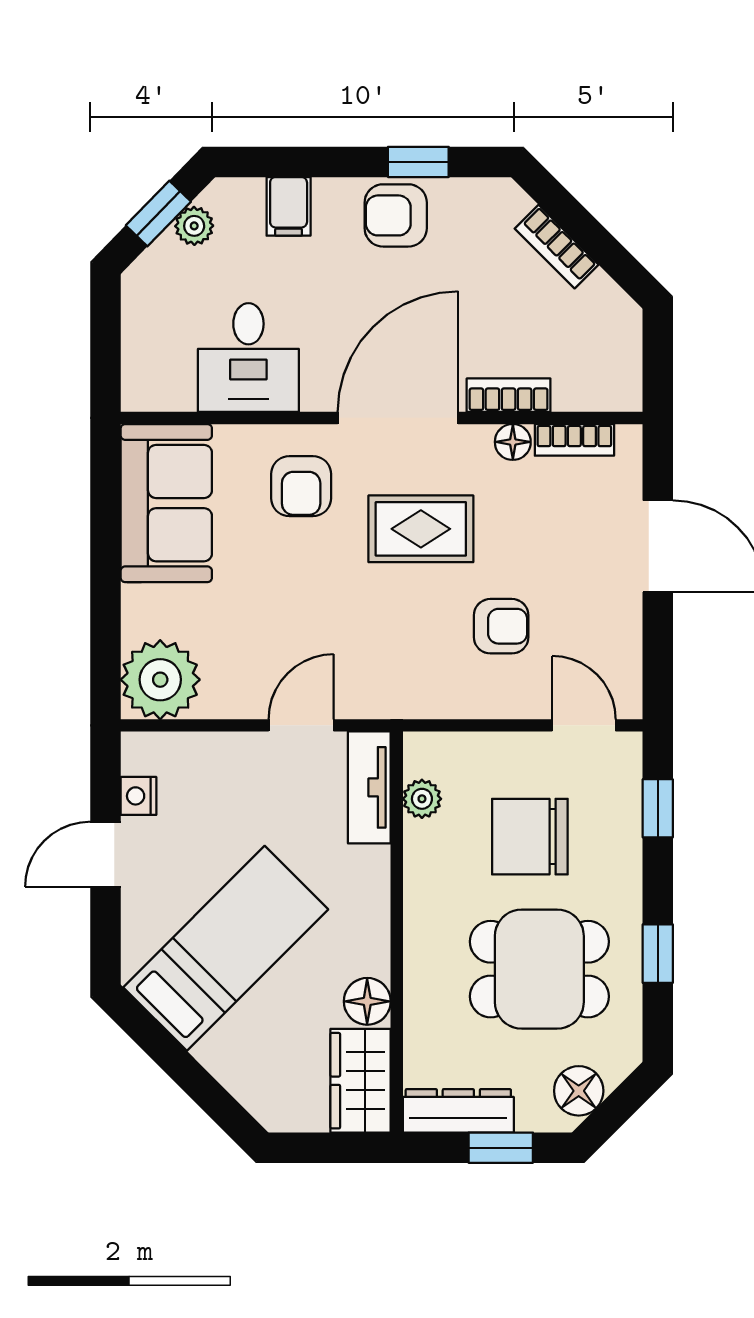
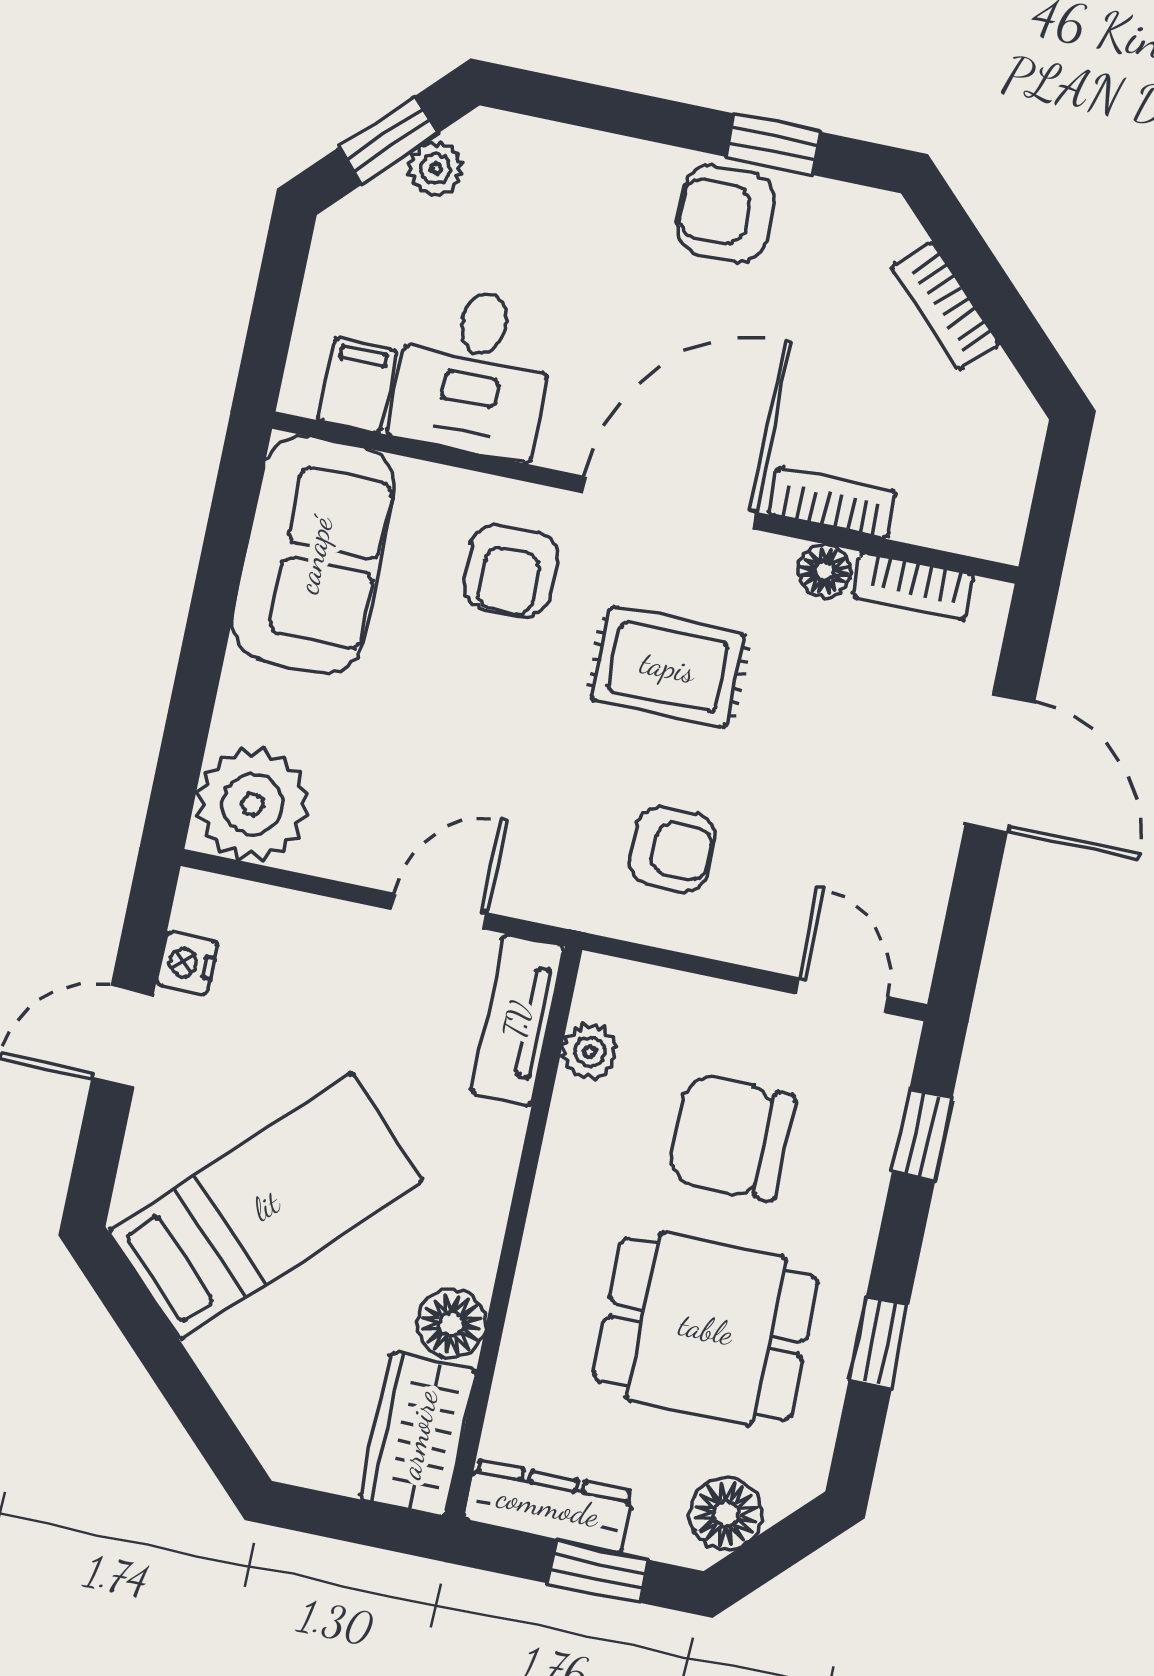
filing cabinet: (289, 206) -> (357, 385), moved, turned 180
armchair: (501, 626) -> (672, 849), moved

